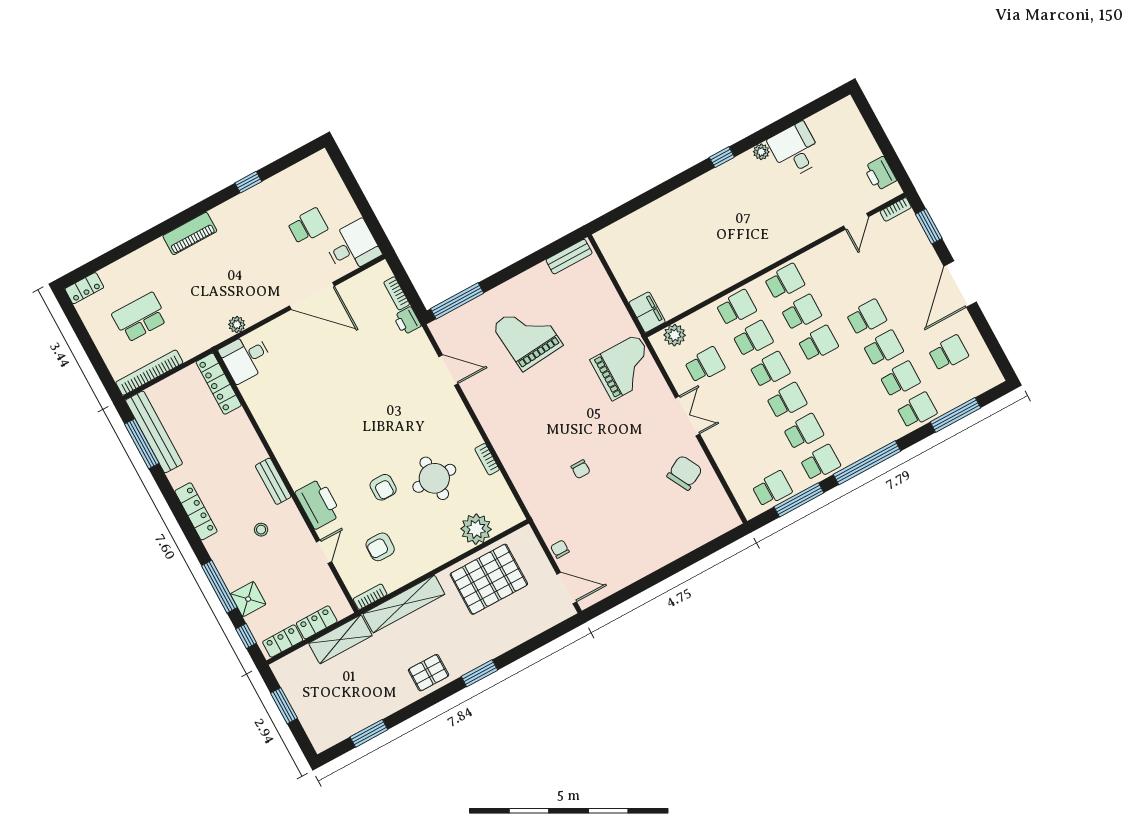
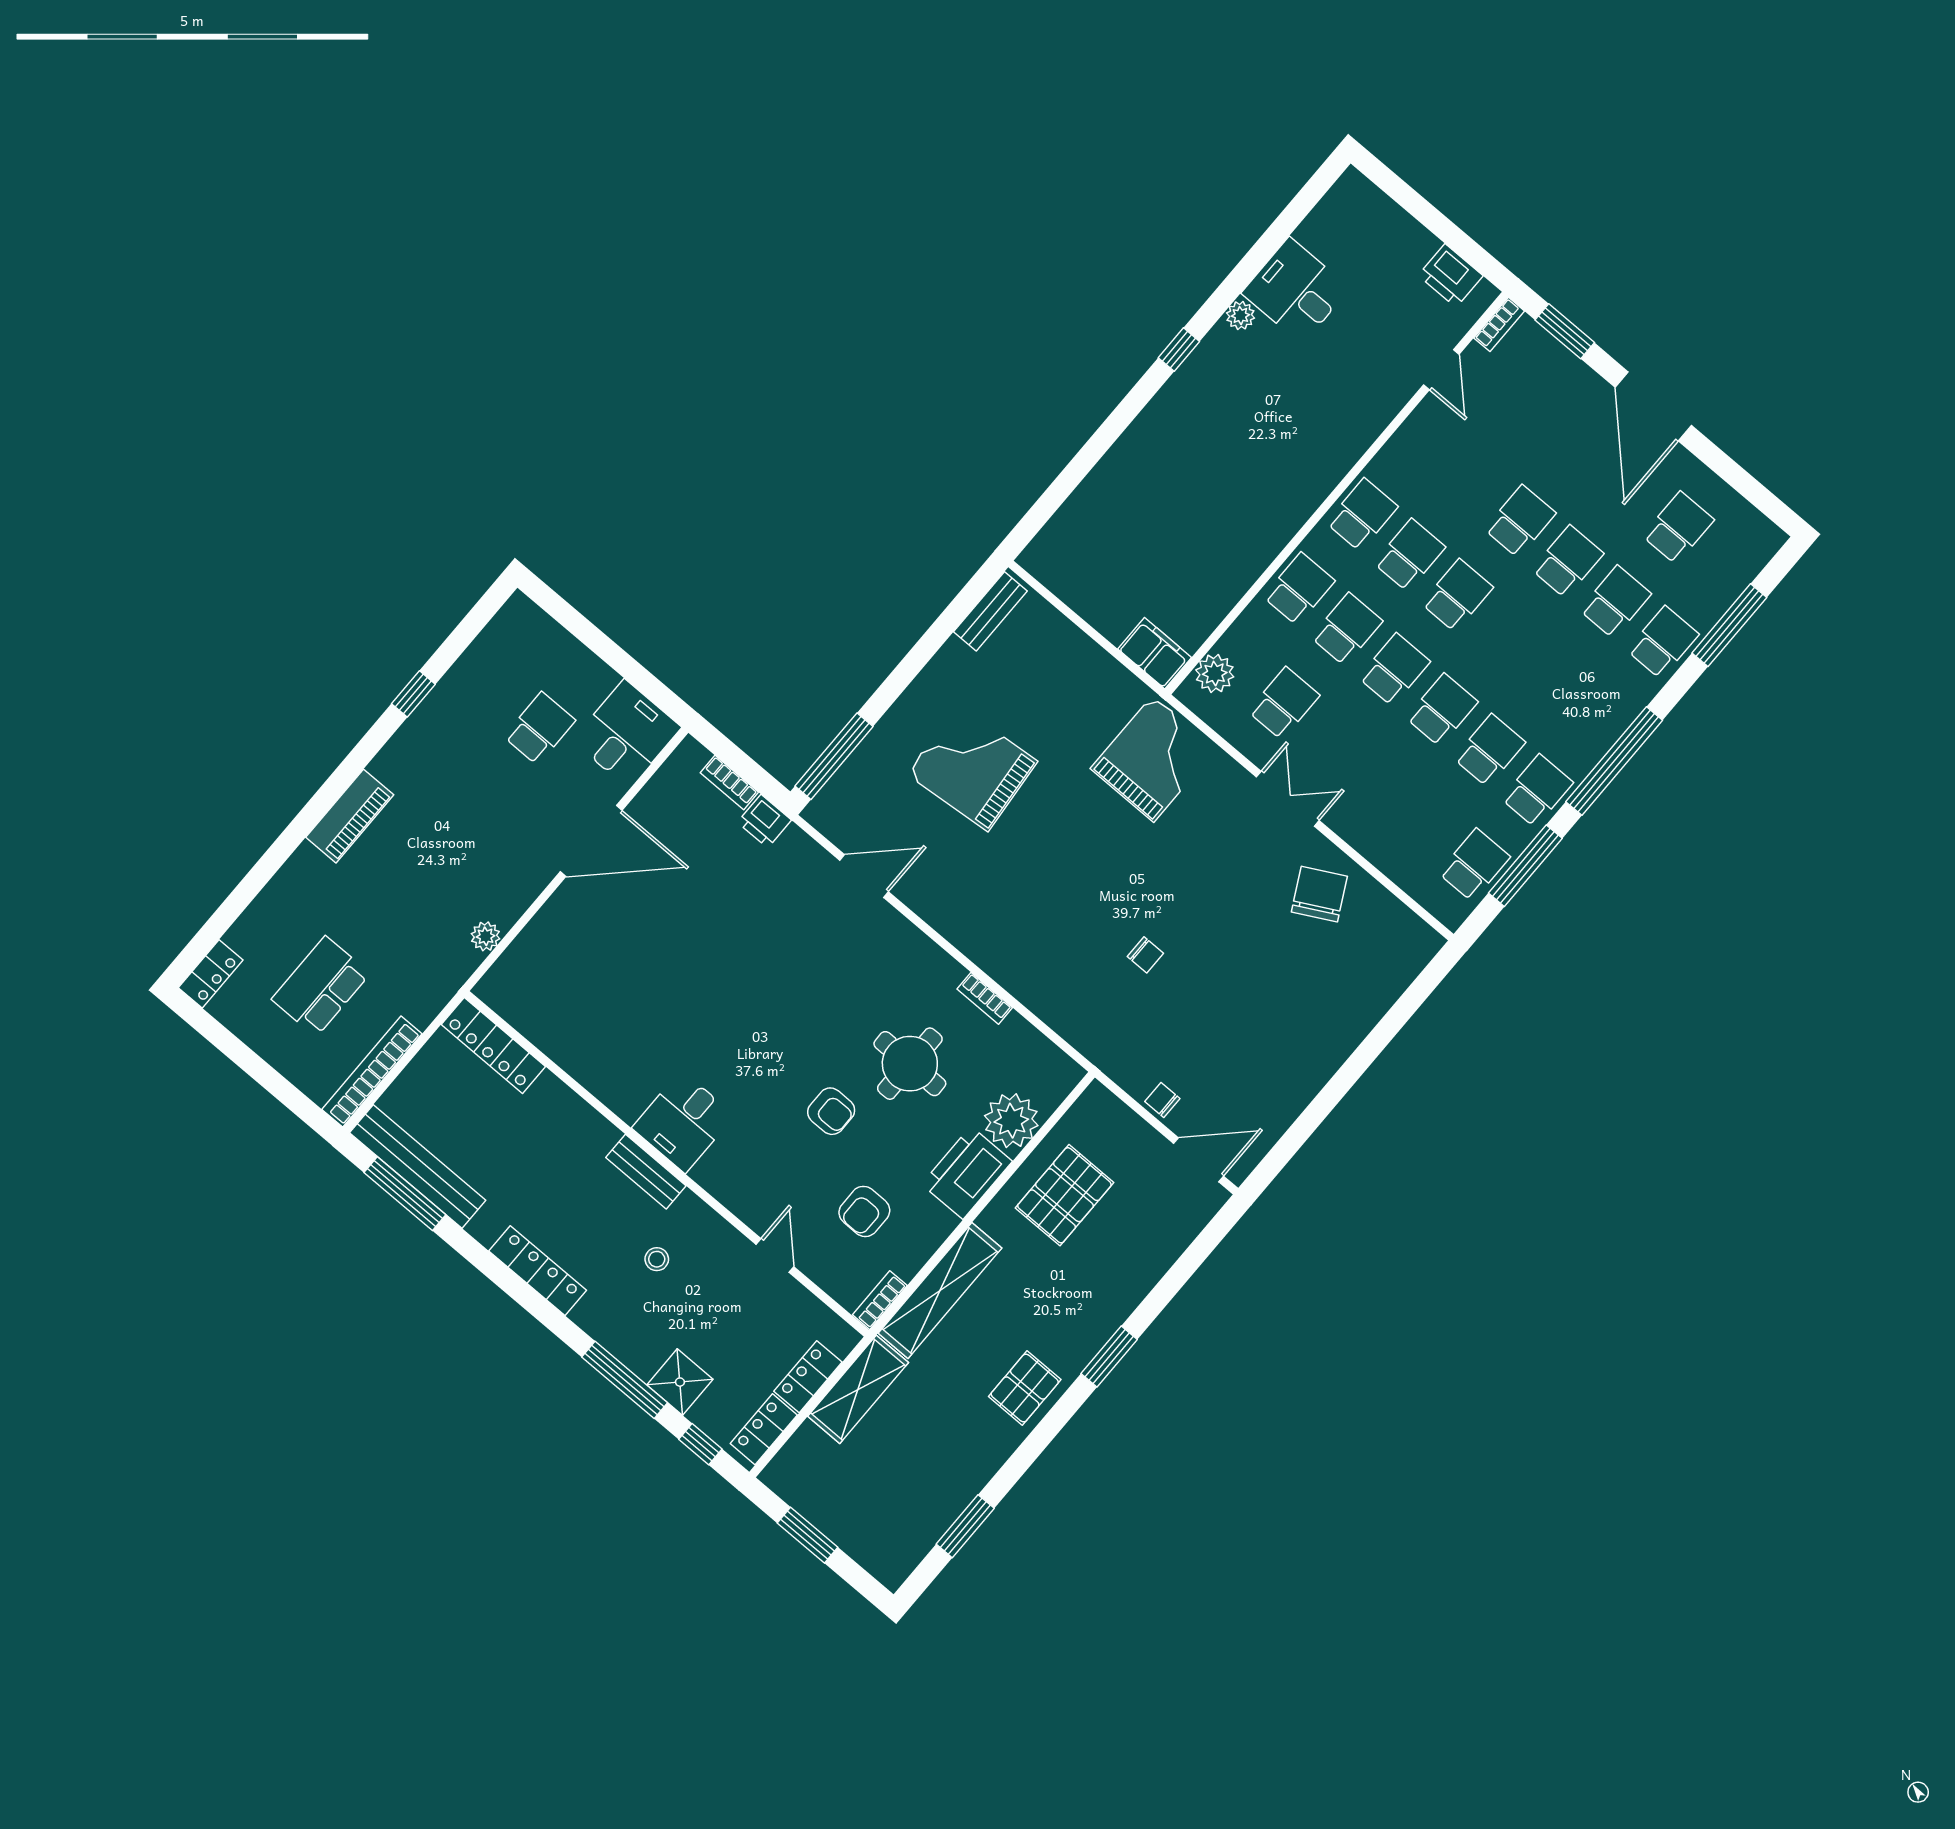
desk: (246, 357) -> (683, 1122), moved
printer: (318, 504) -> (967, 1173), moved, turned -90
pallet: (489, 579) -> (1064, 1195), width x0.73, depth x0.71

